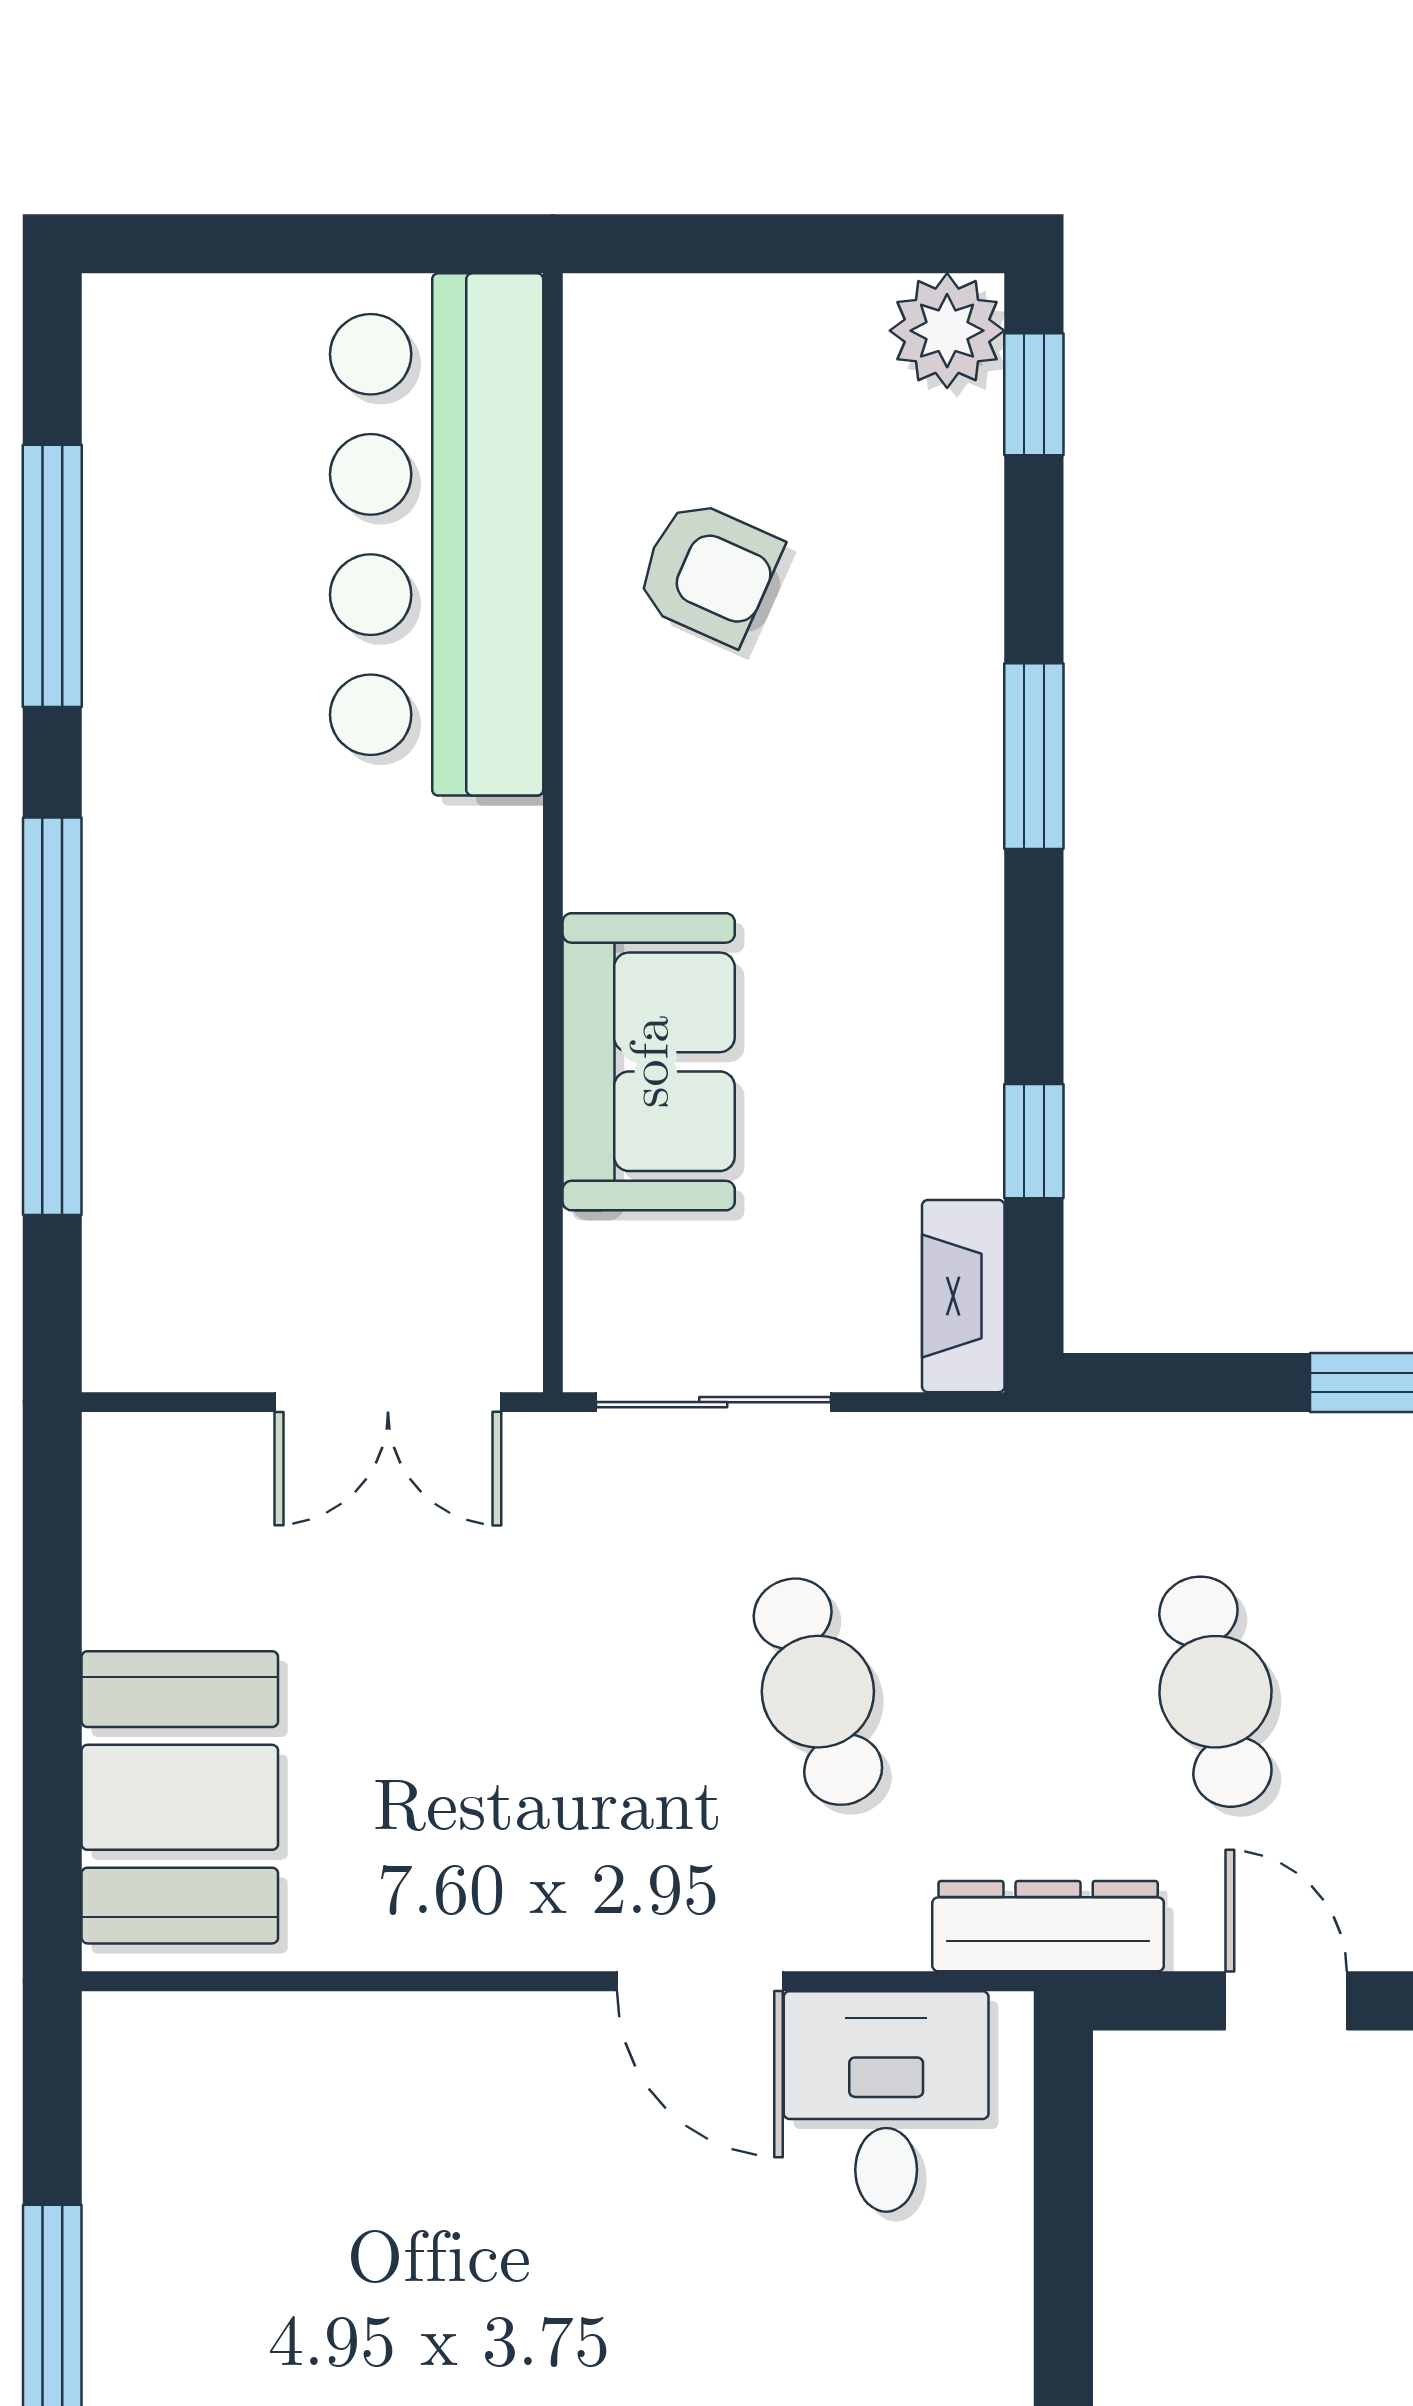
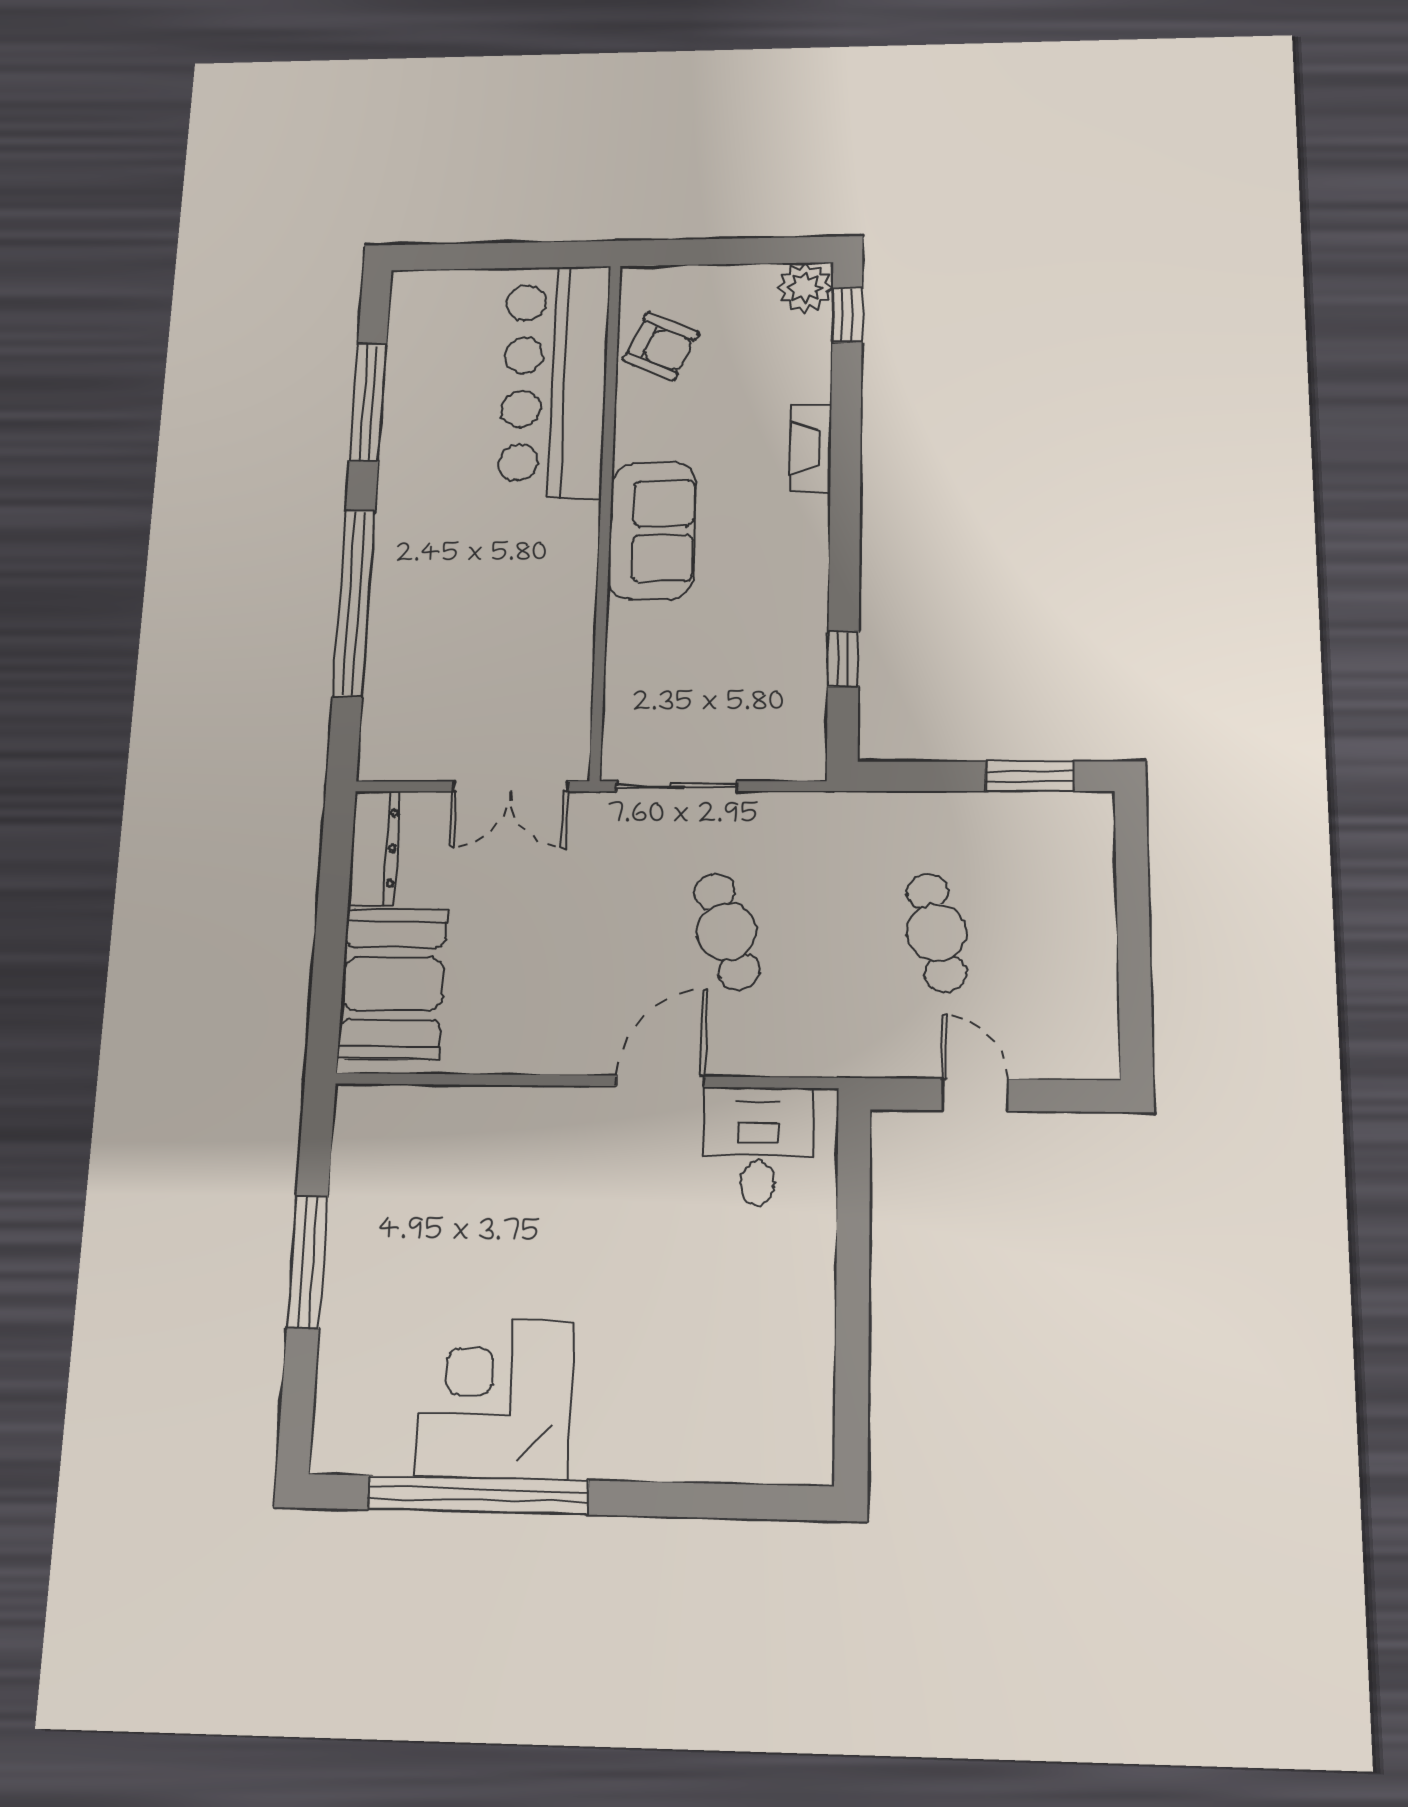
armchair: (708, 572) -> (660, 347), moved
window: (1034, 756) -> (845, 478), removed
sofa: (649, 1062) -> (652, 531), moved
fireplace: (963, 1296) -> (811, 448), moved
dresser: (1048, 1926) -> (374, 848), moved, turned 90
door: (700, 1981) -> (660, 1081), swing flipped

